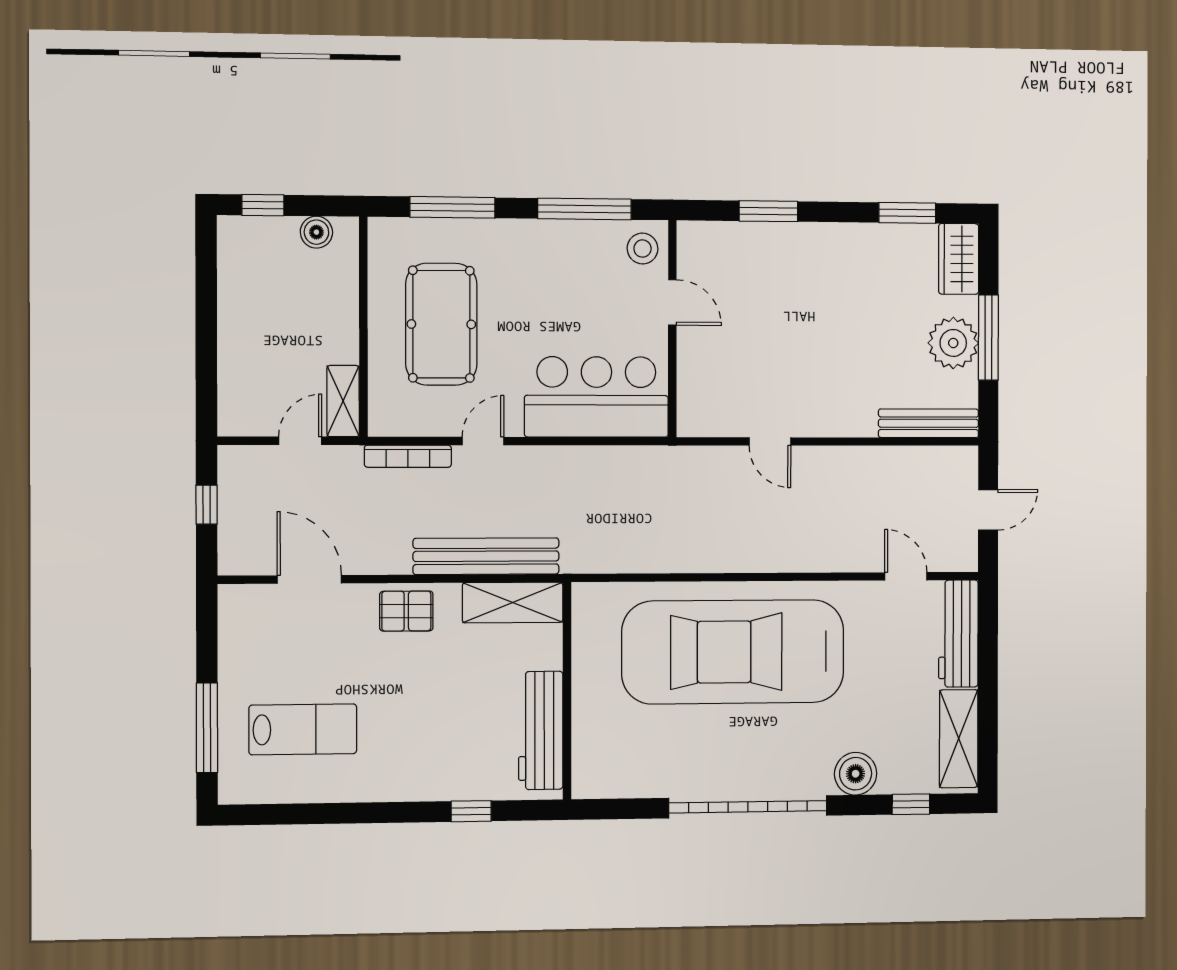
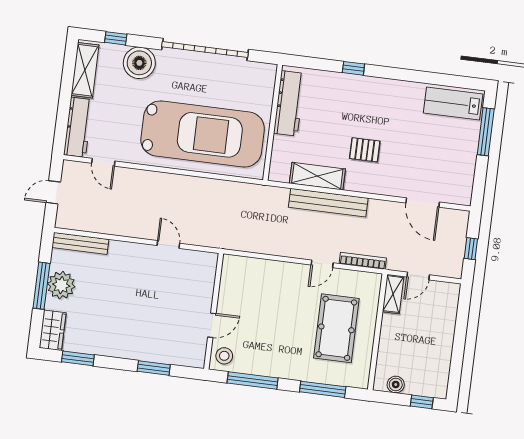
door: (672, 302) -> (212, 325), swing flipped
bar counter: (596, 397) -> (259, 280), removed
pallet: (406, 611) -> (365, 150), moved
wall: (567, 691) -> (273, 123), moved
lab bench: (303, 729) -> (453, 103), moved
workbench: (541, 730) -> (289, 103), moved
boiler: (856, 774) -> (139, 63), width x1.37, depth x1.37

